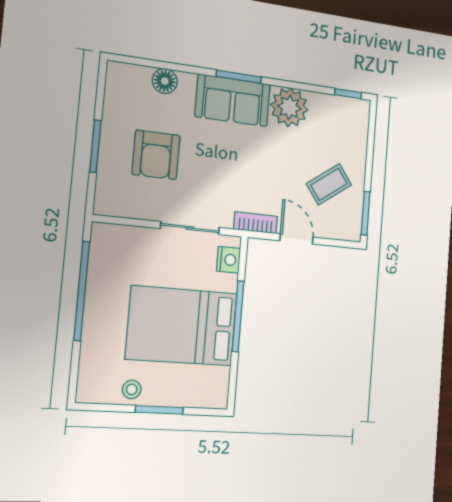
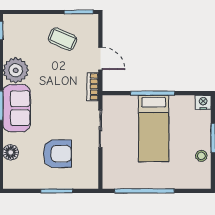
coffee table: (329, 184) -> (62, 39), turned -30
door: (296, 239) -> (100, 59), swing flipped
nightstand: (229, 260) -> (203, 102), moved
bed: (182, 326) -> (154, 128), width x0.67

